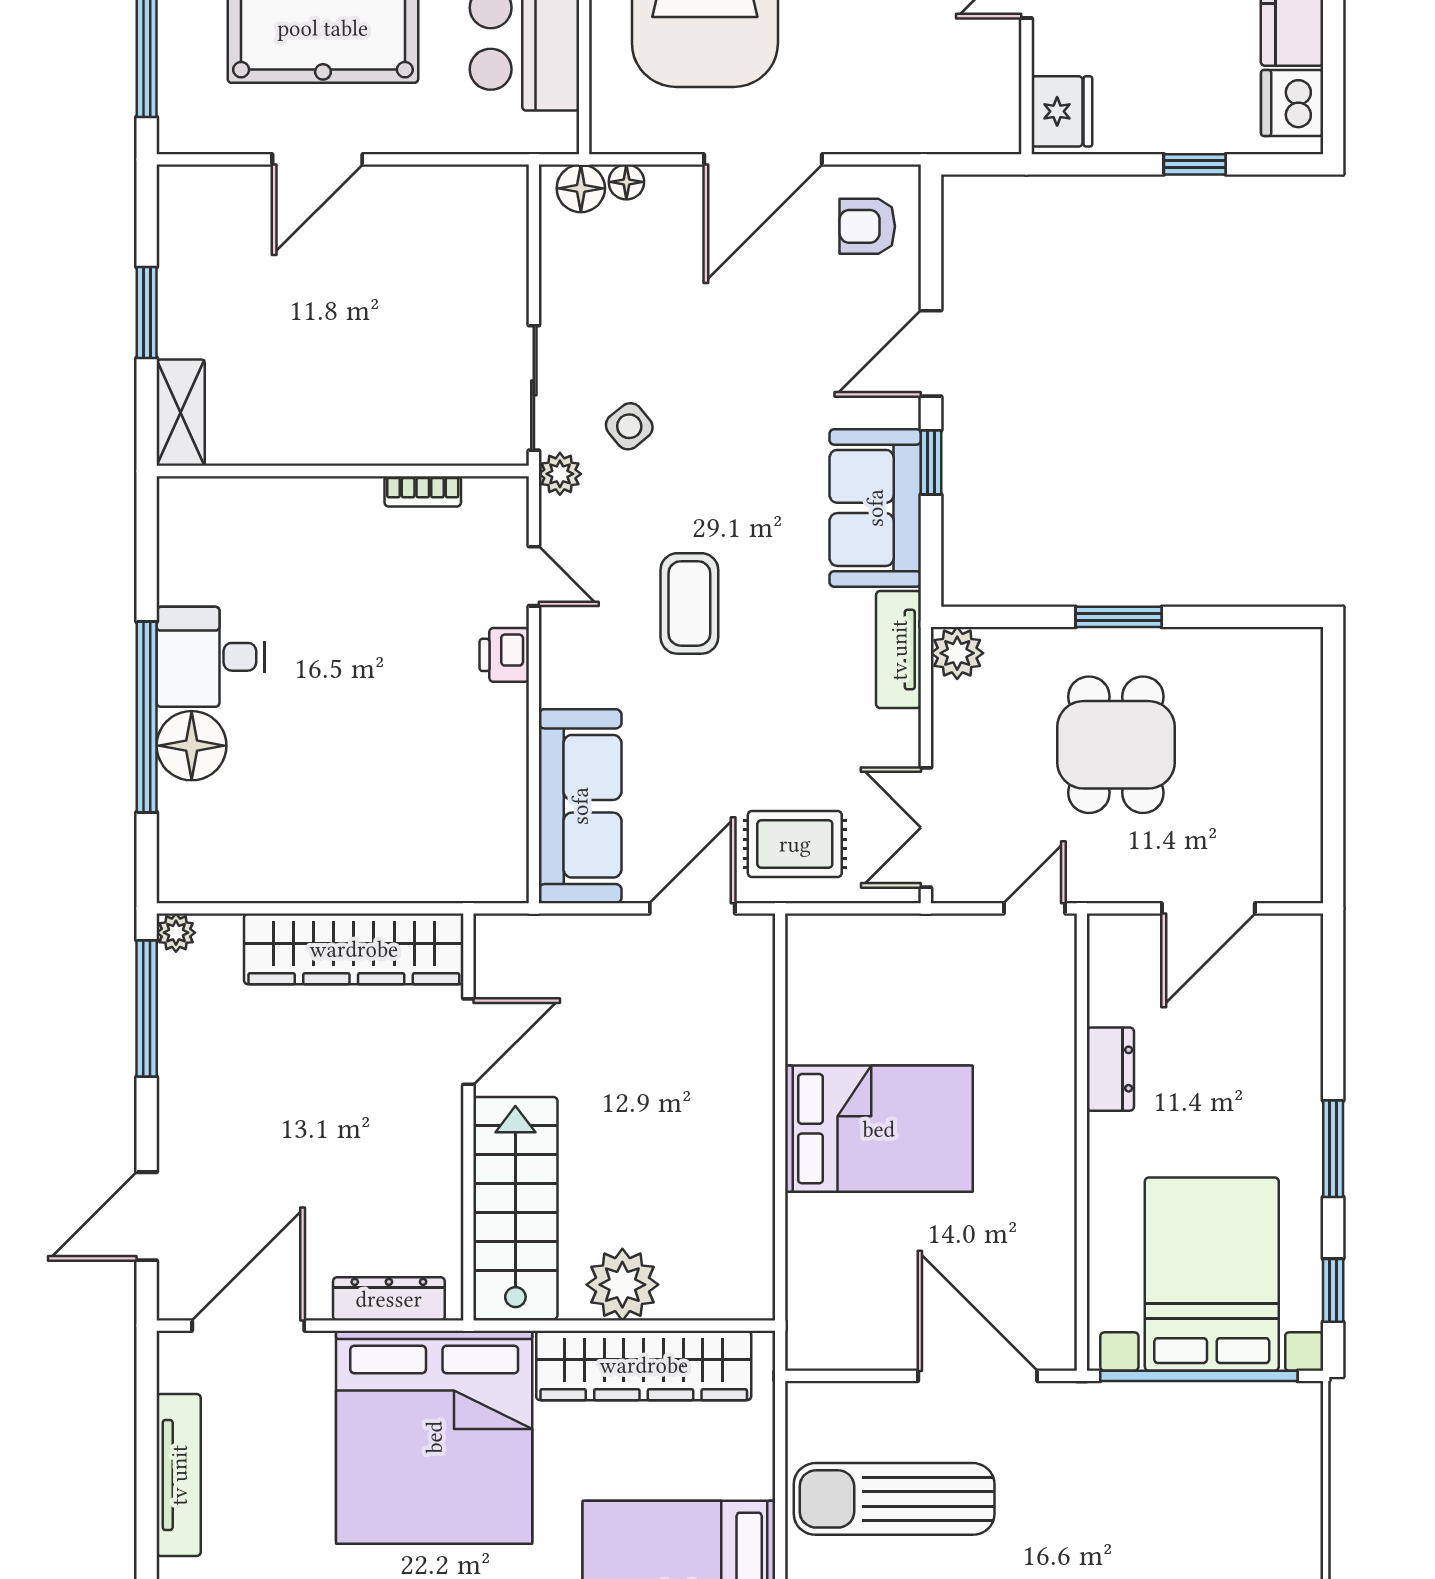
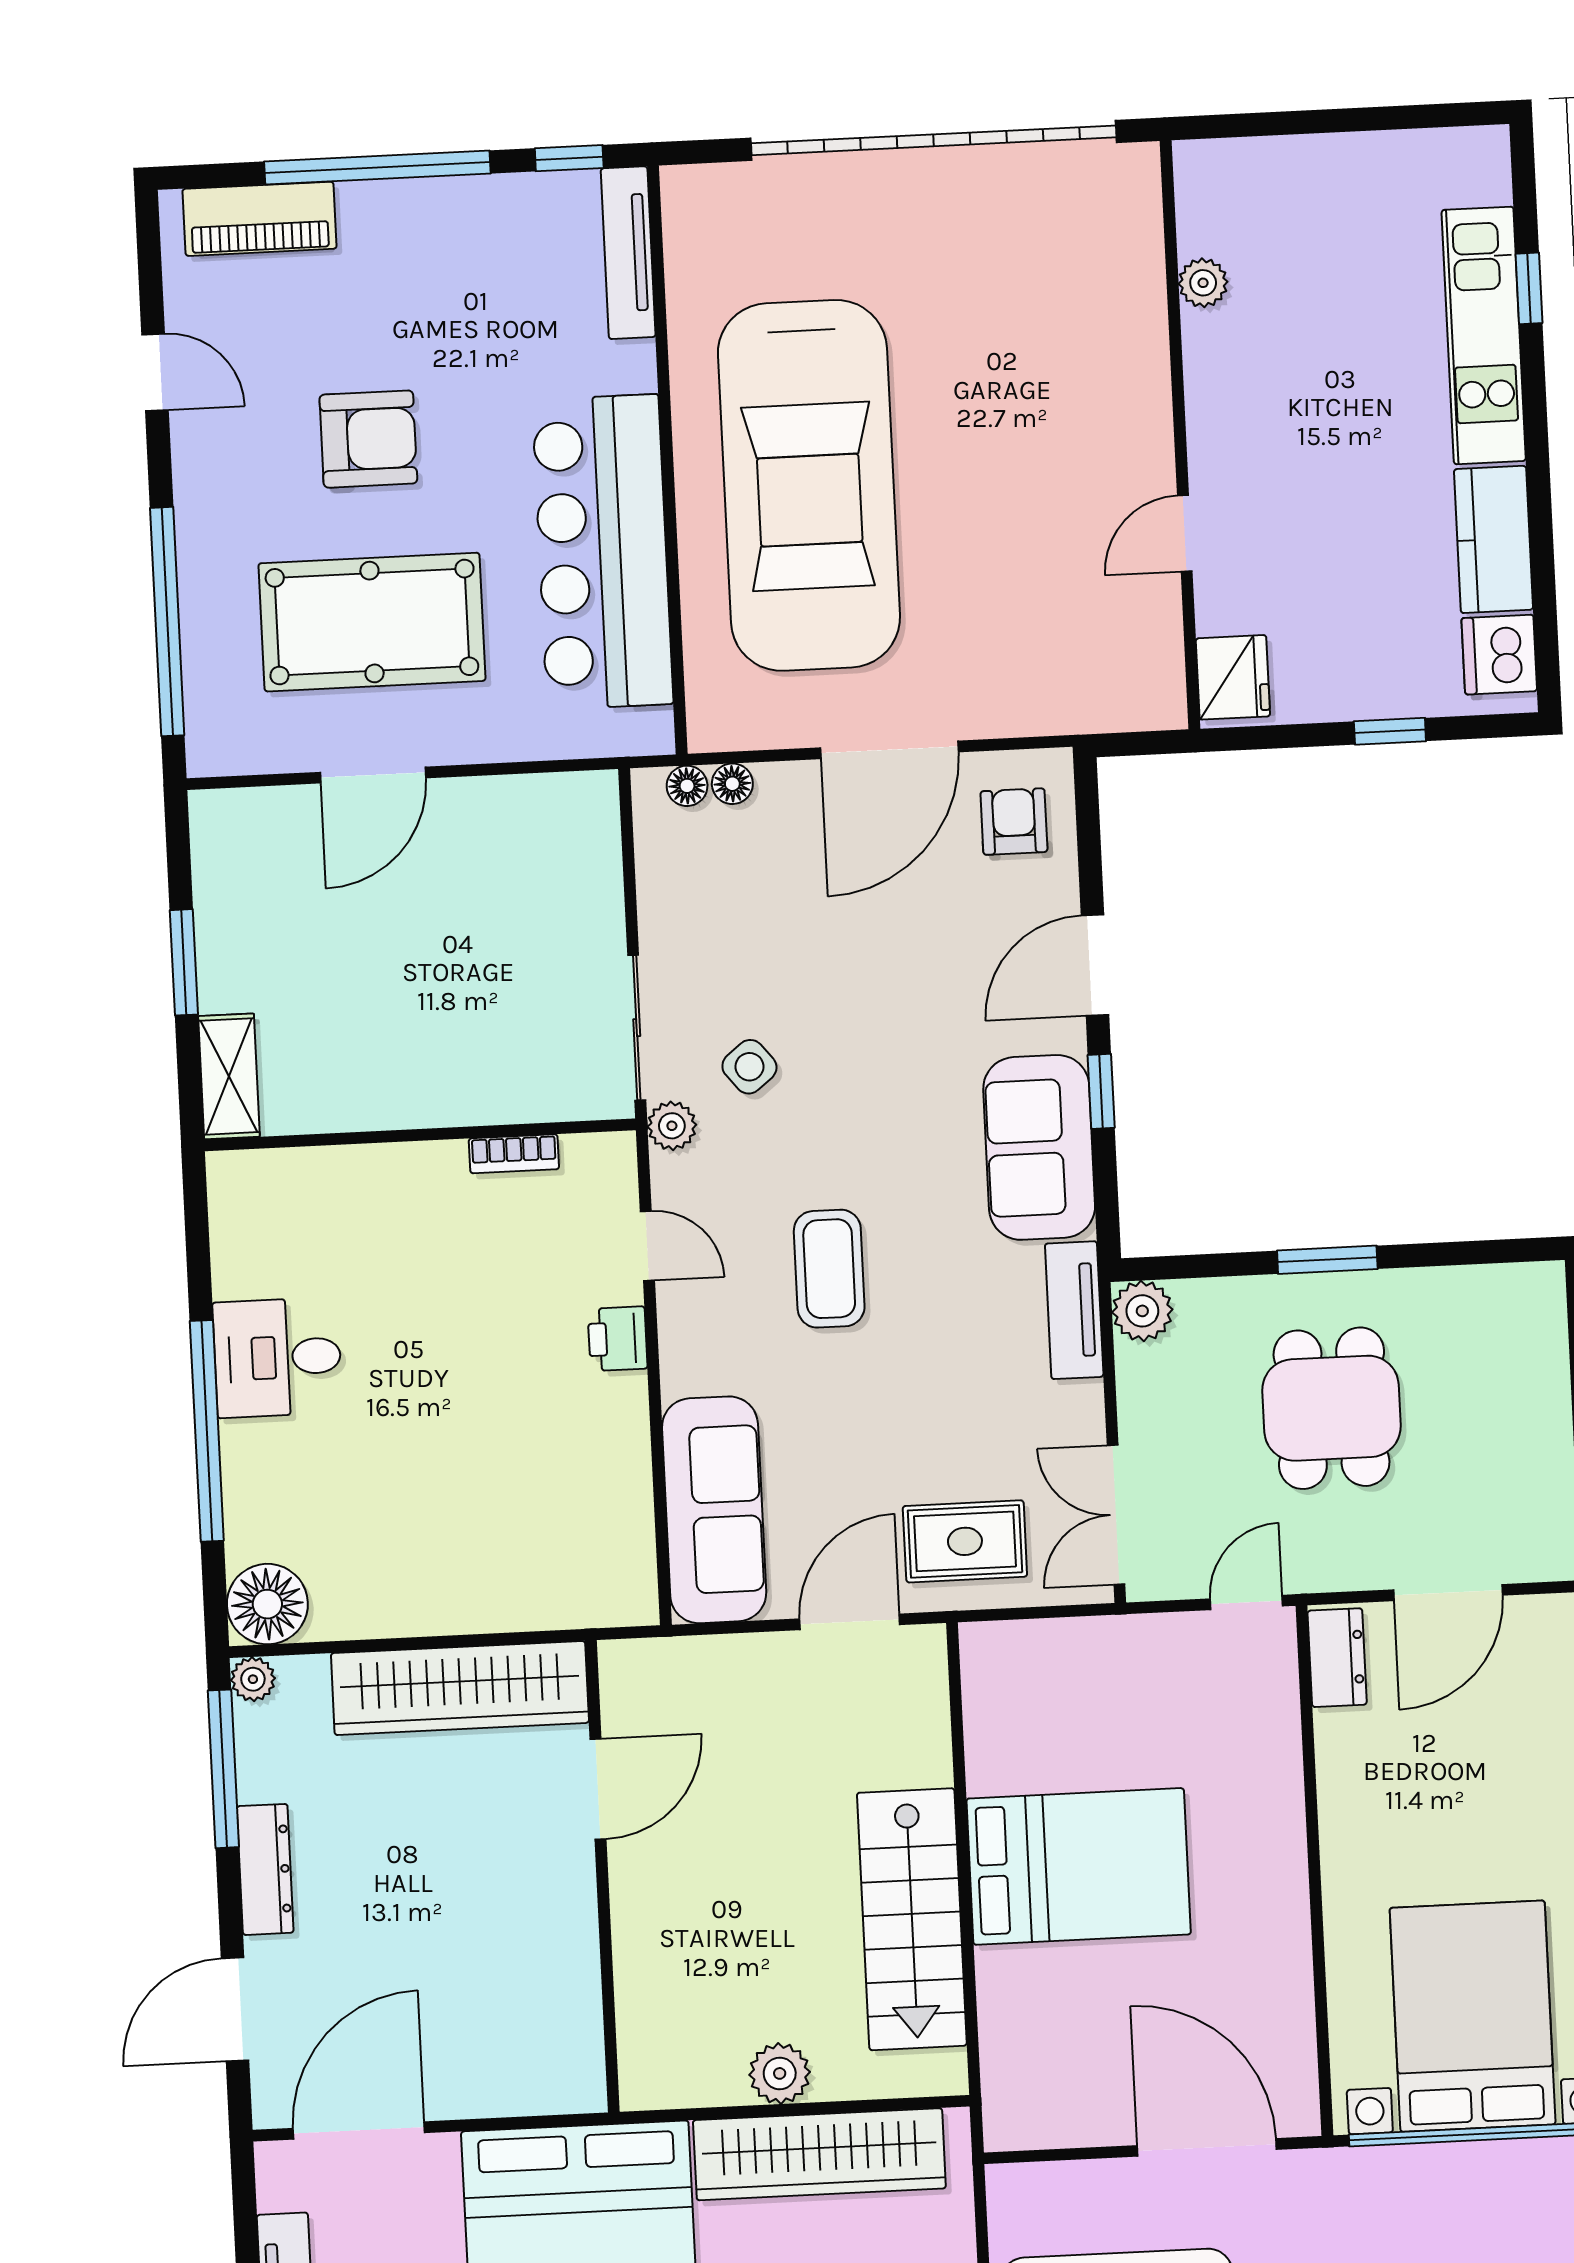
floor lamp: (581, 188) -> (687, 786), width x0.73, depth x0.73
armchair: (867, 226) -> (1014, 822), turned 90
floor lamp: (192, 746) -> (267, 1604), moved
dresser: (1110, 1069) -> (1337, 1658), moved
stairs: (515, 1208) -> (912, 1919), moved, turned 180
plant: (622, 1285) -> (780, 2073), width x0.73, depth x0.73
dresser: (389, 1299) -> (265, 1869), moved, turned 90

